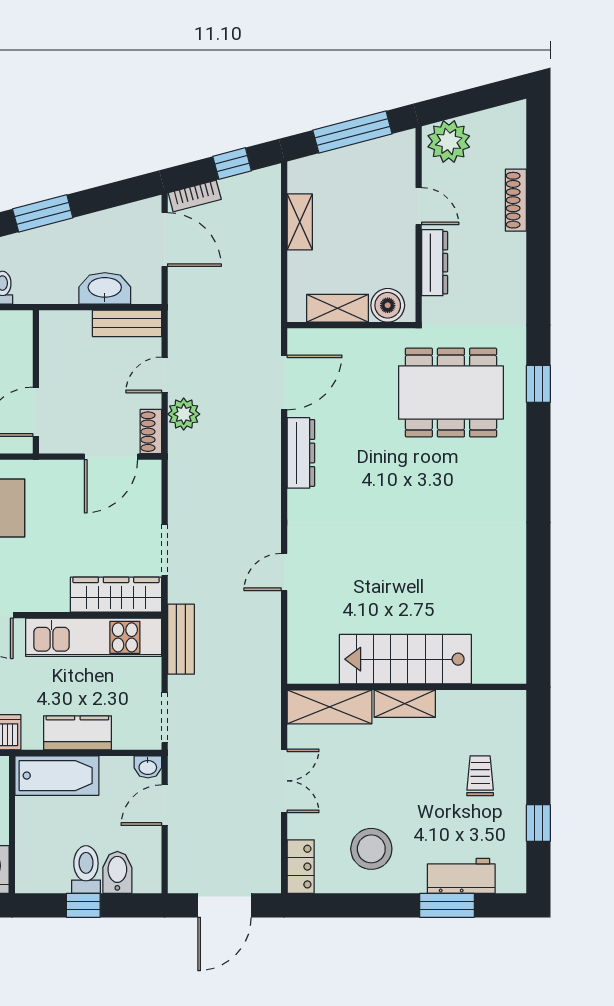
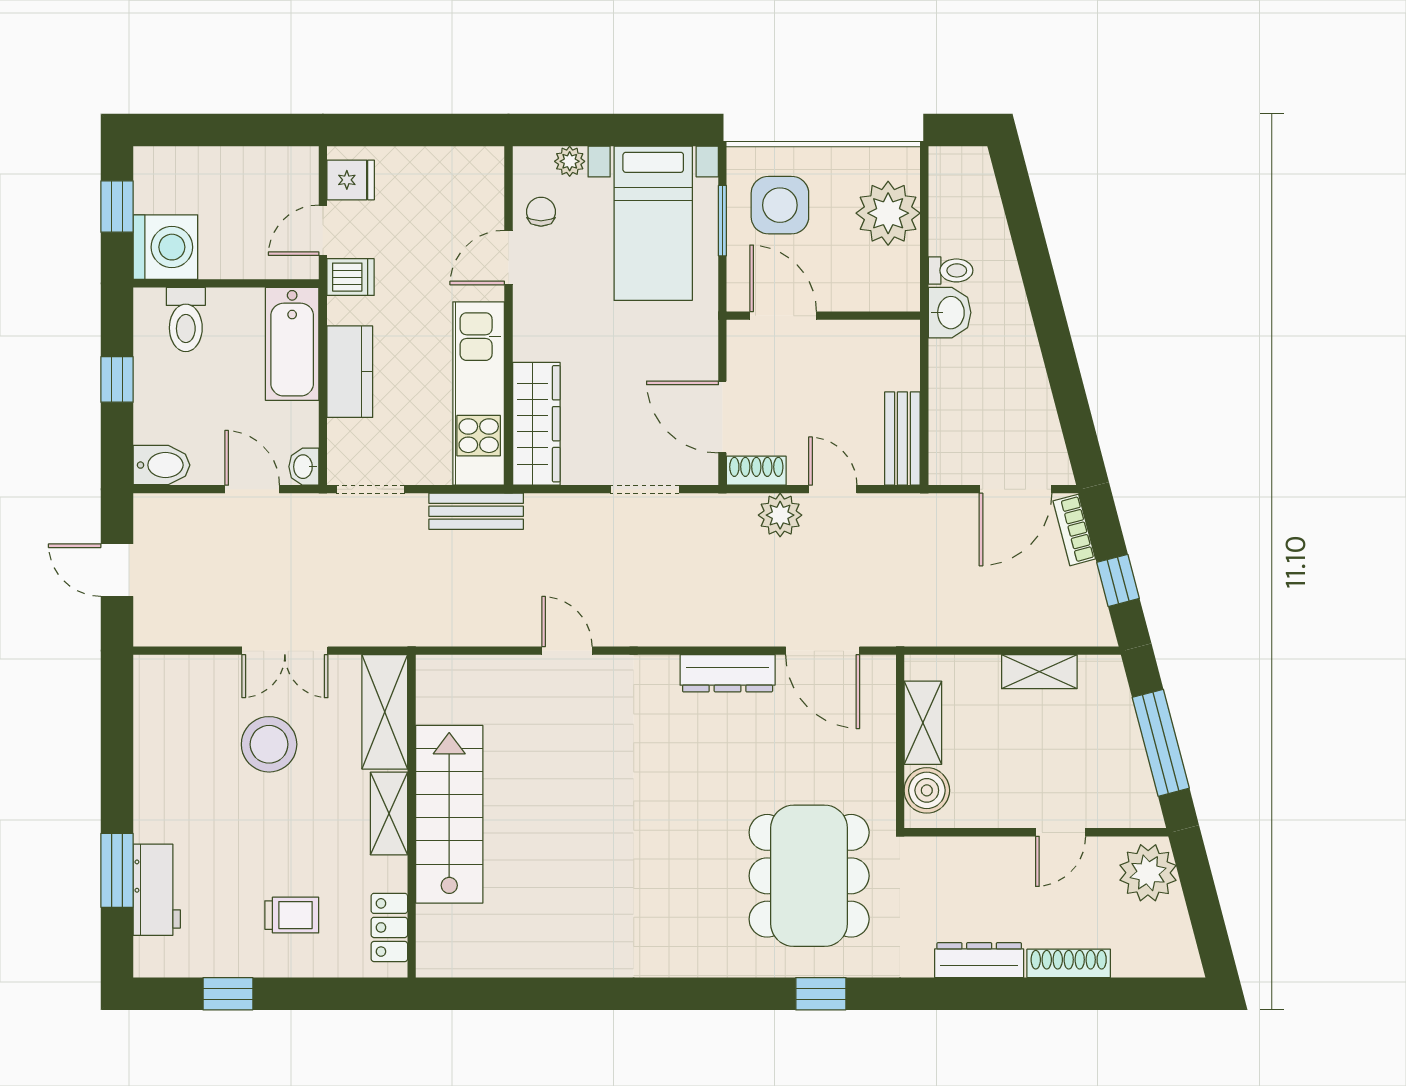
window: (43, 213) -> (1051, 325), removed
dresser: (435, 263) -> (979, 960), moved, turned 180
washbasin: (105, 288) -> (950, 313), moved, width x0.72
doorway: (165, 550) -> (645, 489), moved
stool: (371, 849) -> (269, 744), moved
locker: (301, 867) -> (389, 927), moved, turned 90
toilet: (86, 870) -> (186, 320), moved, turned 90
bidet: (117, 872) -> (161, 465), moved
door: (224, 905) -> (117, 570), width x0.73

